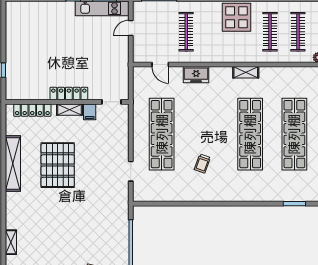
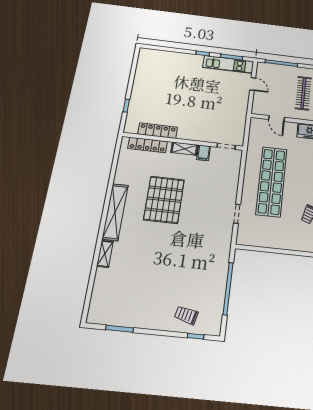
door: (131, 28) -> (253, 84), swing flipped
locker: (69, 94) -> (158, 131), moved
shelving: (13, 164) -> (115, 212), moved
shelving: (11, 242) -> (105, 254), moved

